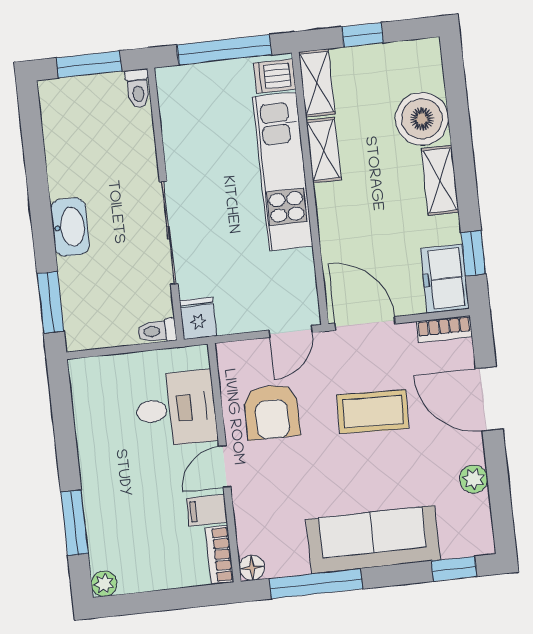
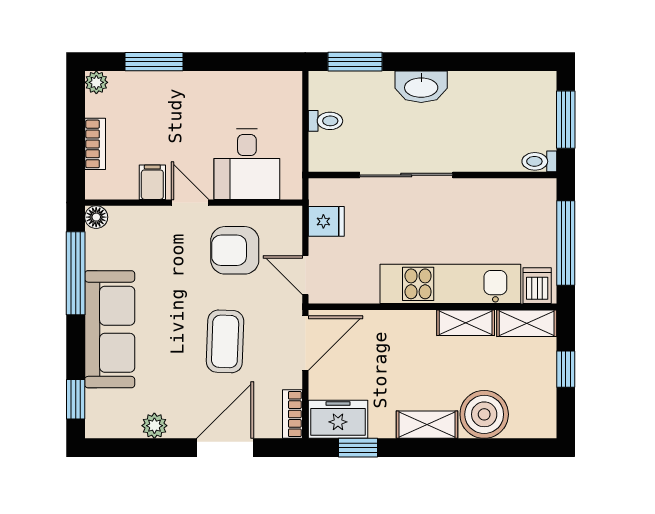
fridge: (198, 318) -> (326, 221), moved
toilet: (157, 331) -> (325, 121), moved, turned 90
bookcase: (219, 555) -> (95, 144), moved, turned 90

